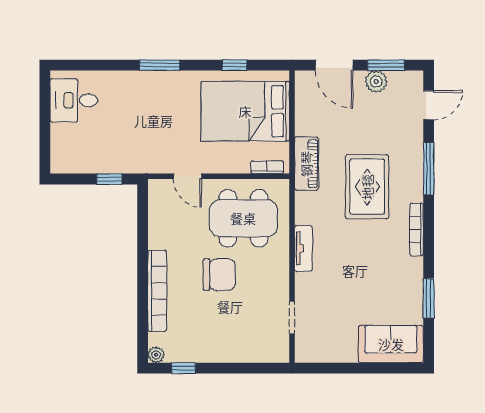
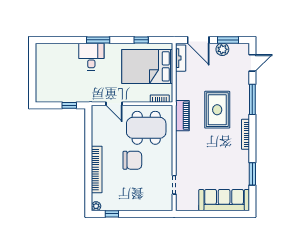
desk: (74, 100) -> (91, 57), moved, turned 90
piano: (306, 164) -> (182, 116), moved
tv unit: (303, 248) -> (181, 58), moved
sofa: (391, 344) -> (224, 200), width x1.36

